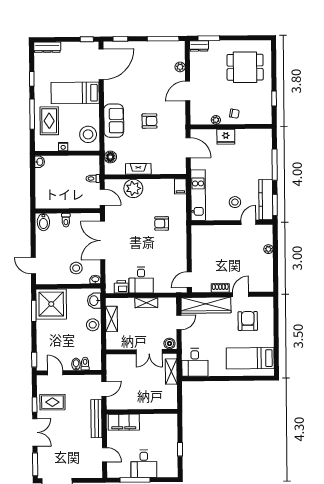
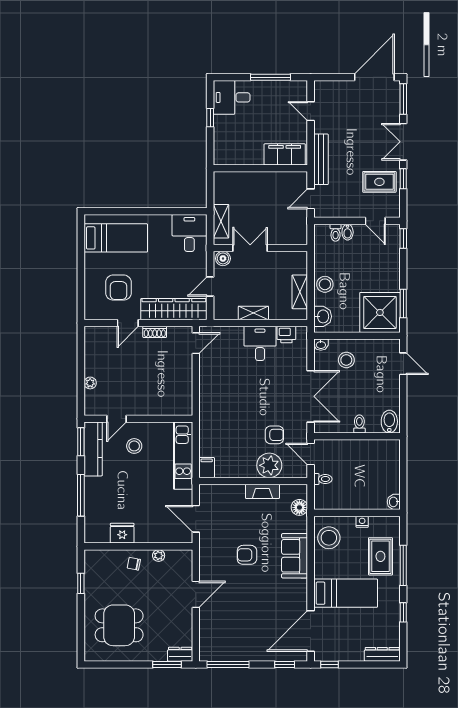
plant: (180, 67) -> (206, 627), removed
fridge: (226, 137) -> (122, 533), moved
armchair: (162, 223) -> (274, 435), moved
desk: (144, 464) -> (232, 97), moved, turned -90

